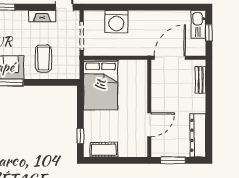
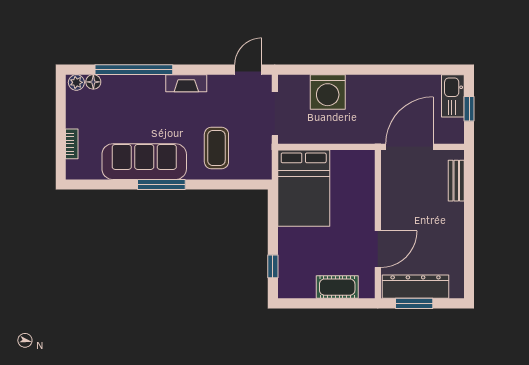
fireplace: (42, 16) -> (186, 83), moved
dresser: (198, 135) -> (416, 287), moved, turned 90
cot: (104, 150) -> (337, 287), moved

